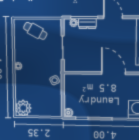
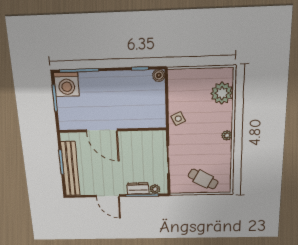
plant: (23, 108) -> (222, 93), moved

